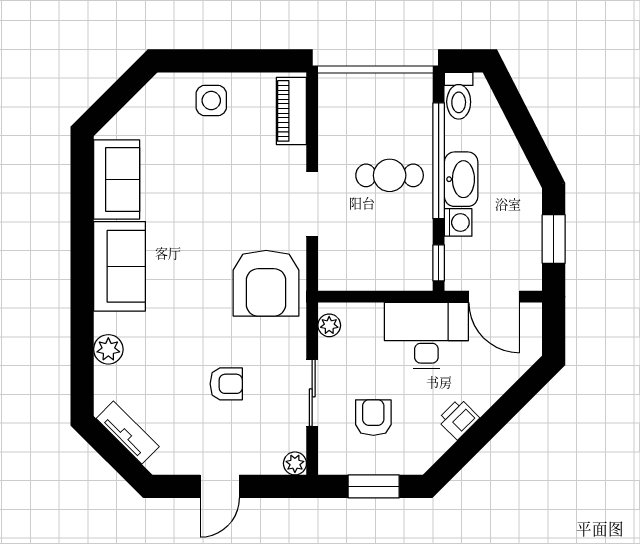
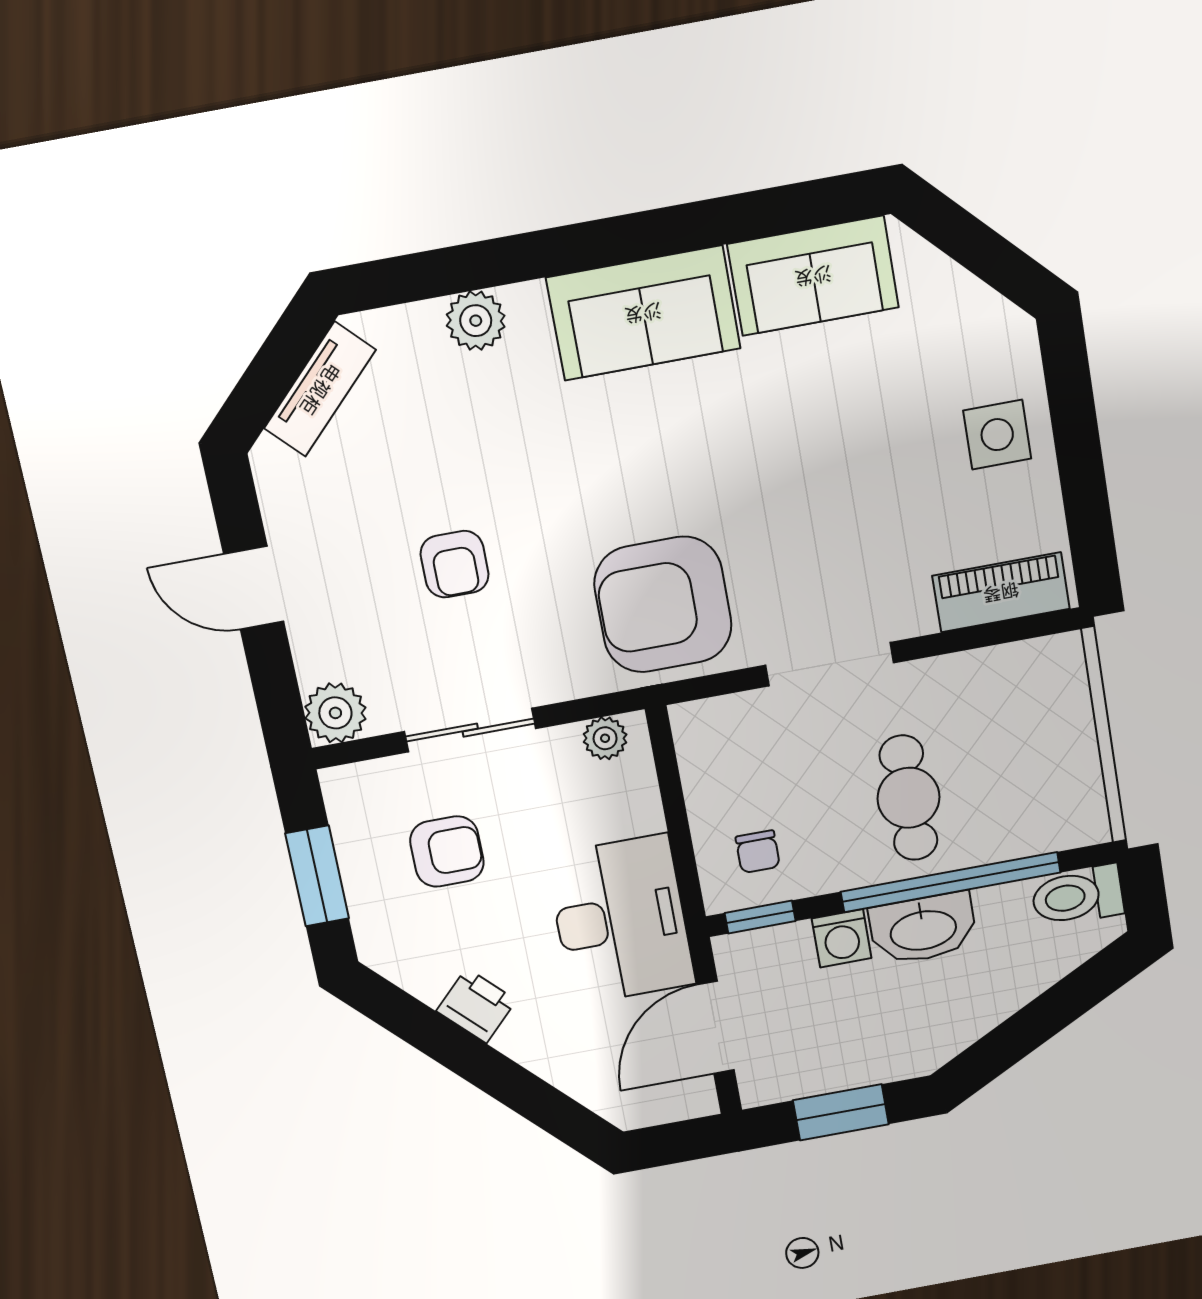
chair: (404, 258) -> (758, 852), added
plant: (295, 463) -> (335, 713), width x1.38, depth x1.38

